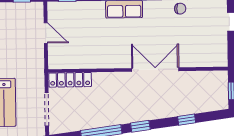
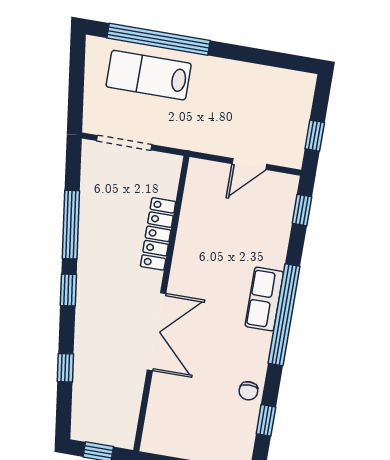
locker: (70, 80) -> (158, 234), moved

